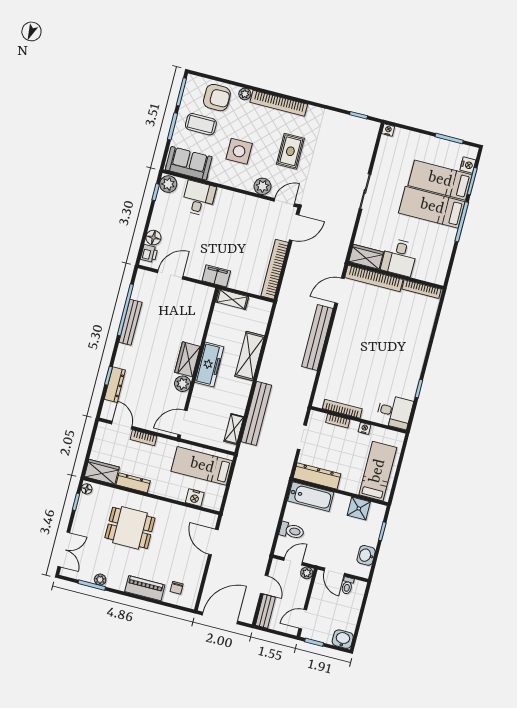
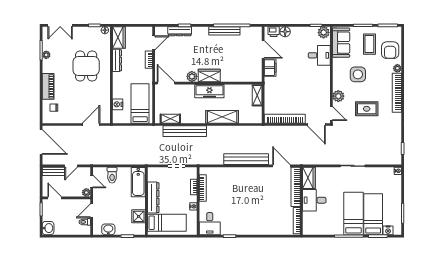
filing cabinet: (216, 276) -> (270, 68), moved
dresser: (317, 476) -> (153, 198), moved

